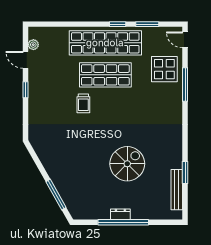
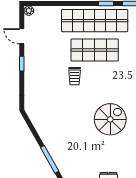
plant: (33, 45) -> (29, 11), moved
spiral stairs: (127, 164) -> (110, 119), moved

